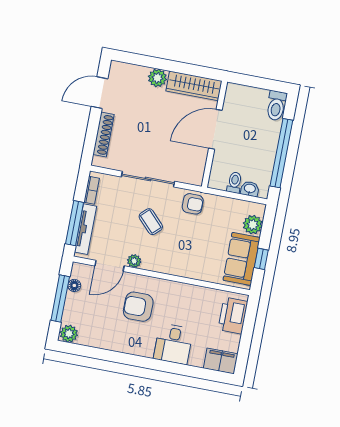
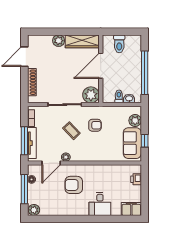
toilet: (276, 106) -> (119, 44), moved
plant: (192, 172) -> (91, 95), added
armchair: (193, 204) -> (95, 125), moved
printer: (233, 316) -> (136, 179), width x0.53, depth x0.68

